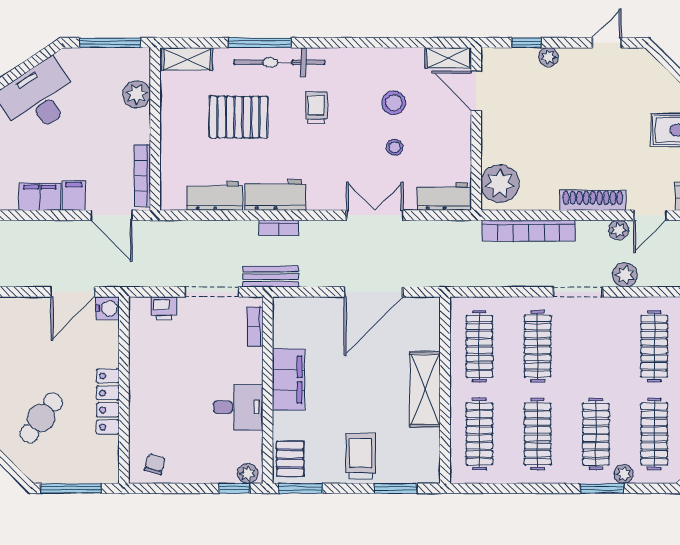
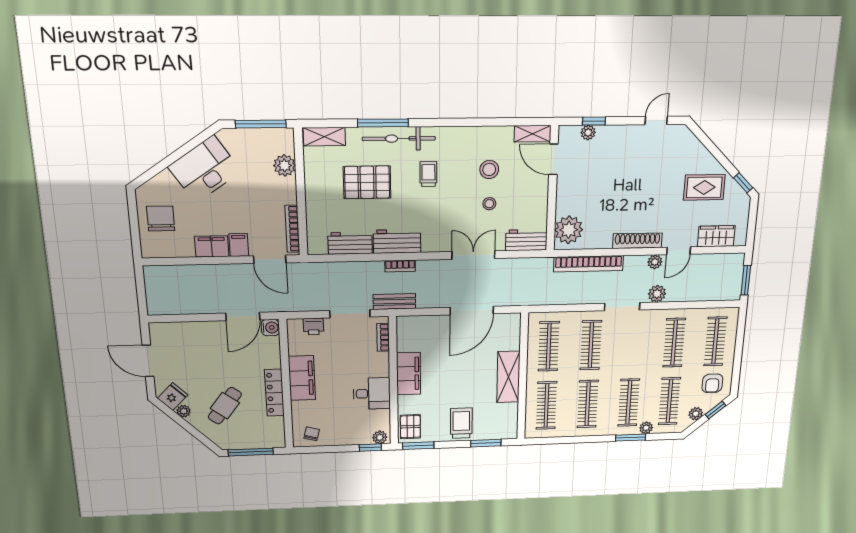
plant: (548, 57) -> (588, 132), moved
filing cabinet: (145, 381) -> (302, 378), added

